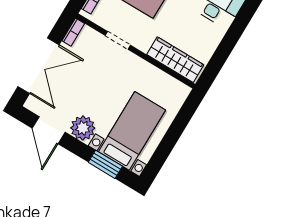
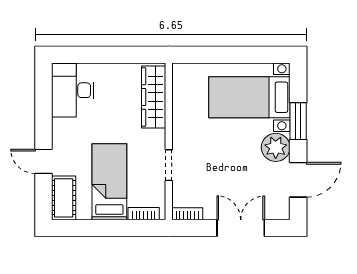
double door: (38, 66) -> (241, 228), width x0.73
window: (105, 164) -> (298, 121), moved

